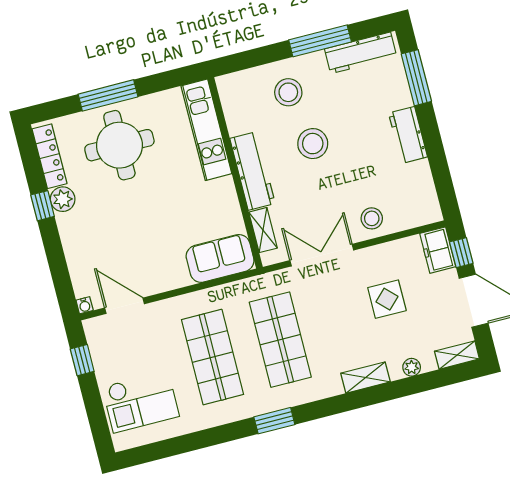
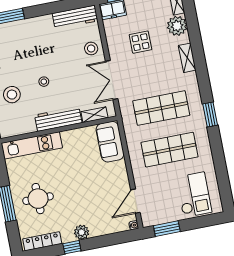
workbench: (408, 135) -> (75, 17), moved, width x1.38
stool: (313, 144) -> (44, 82), width x0.53, depth x0.53
round table: (119, 145) -> (38, 199), width x0.73, depth x0.73
plant: (63, 199) -> (82, 232), moved
window: (82, 360) -> (167, 229), width x1.50
plant: (412, 367) -> (177, 26), width x1.87, depth x1.87

